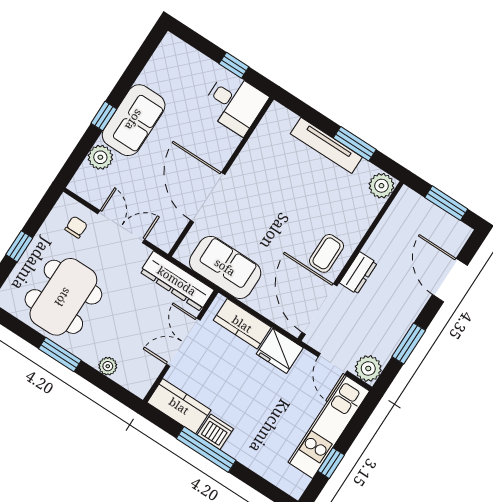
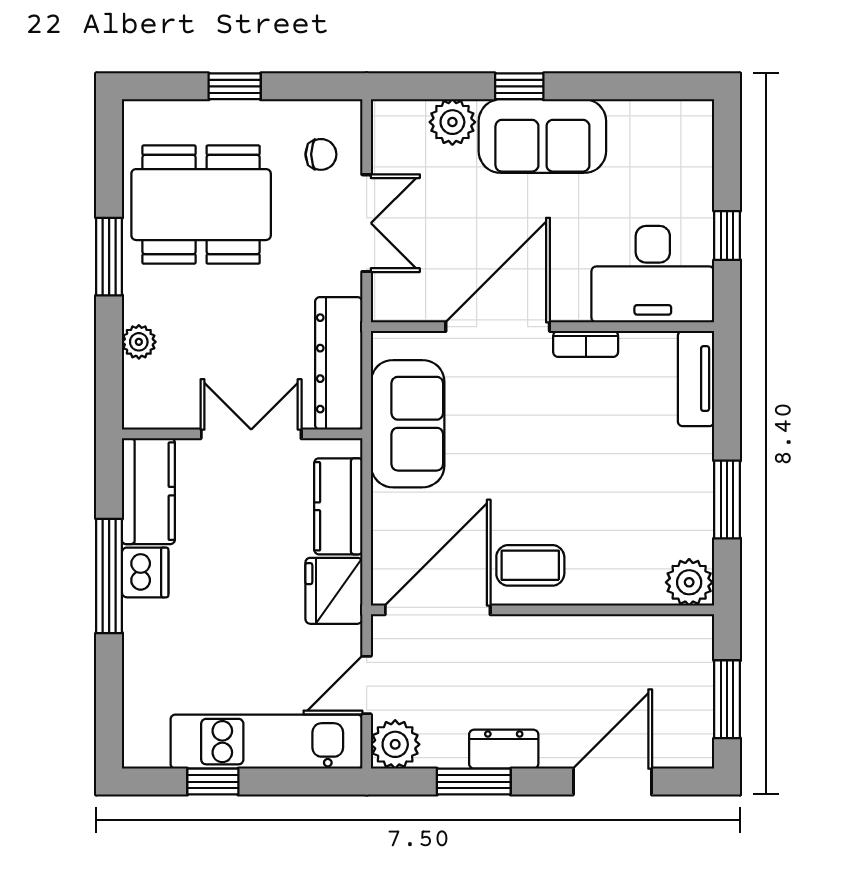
desk: (235, 103) -> (653, 274), width x1.37
tv unit: (326, 145) -> (696, 379), moved, width x0.71
bookcase: (242, 162) -> (586, 344), added
dresser: (358, 273) -> (504, 749), moved, turned 180

